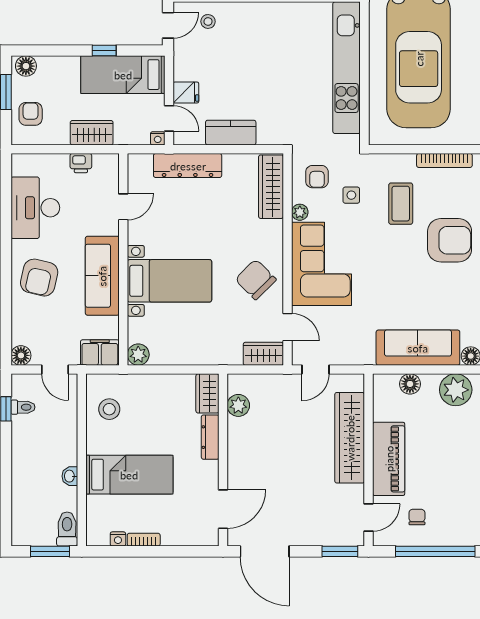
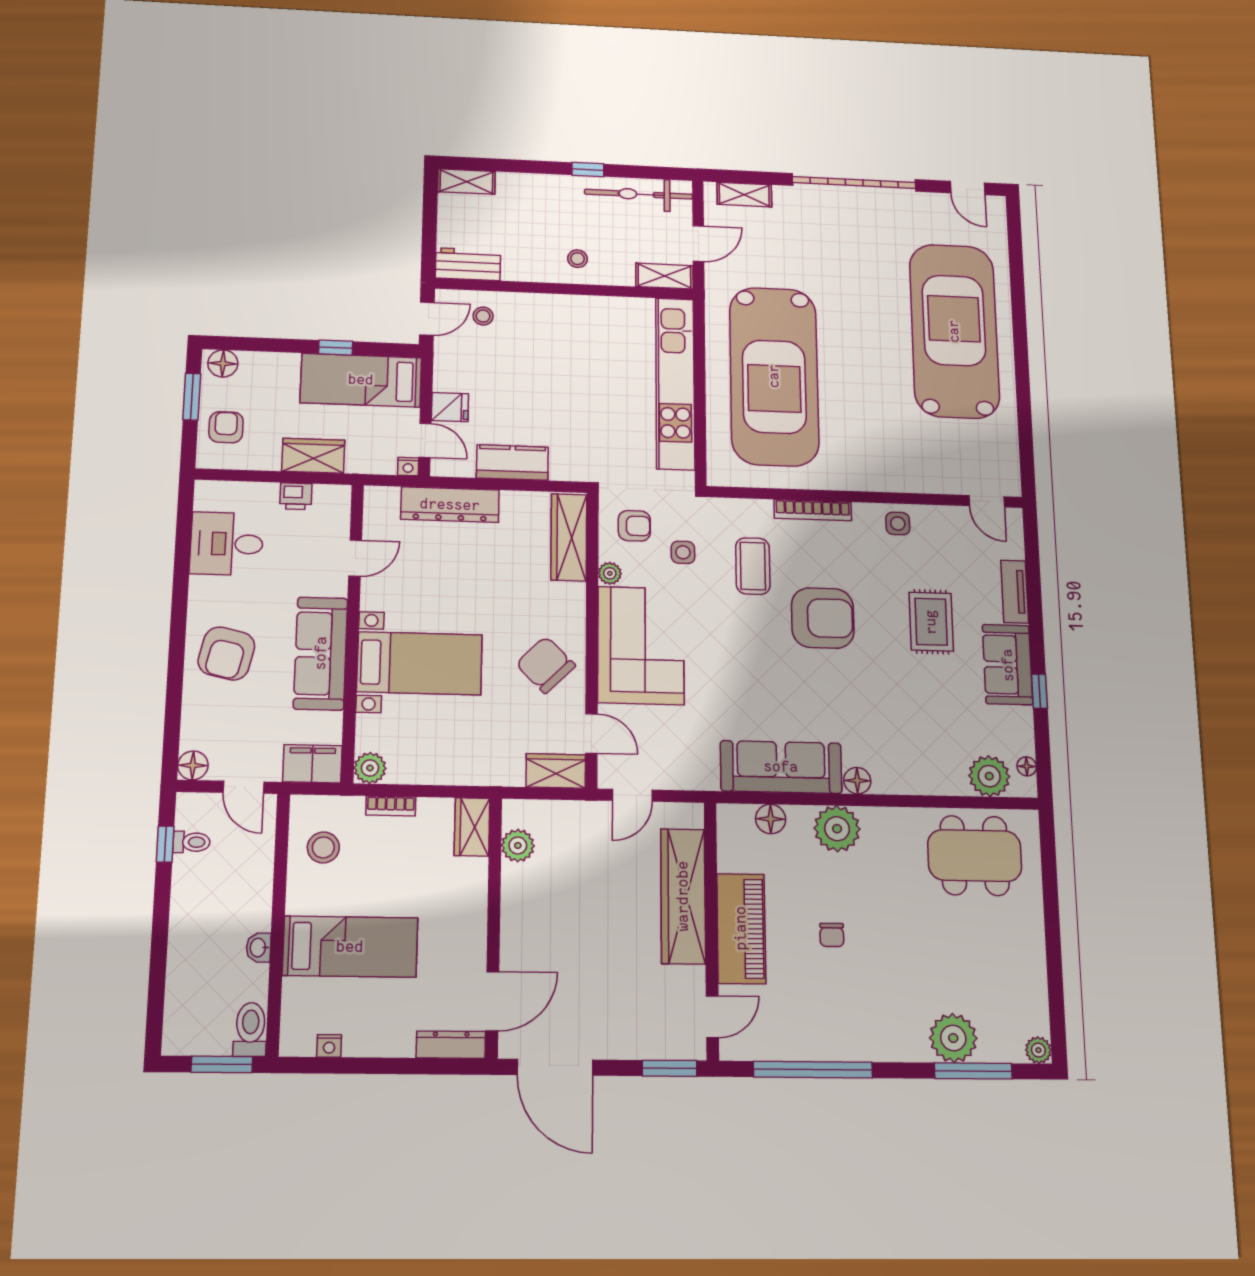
armchair: (317, 177) -> (634, 526), turned -90
desk: (35, 208) -> (227, 544), width x0.73
dresser: (210, 437) -> (451, 1045), moved, turned 90
chair: (417, 517) -> (832, 935), moved, turned 180
bookcase: (144, 540) -> (391, 806), moved, turned 180

